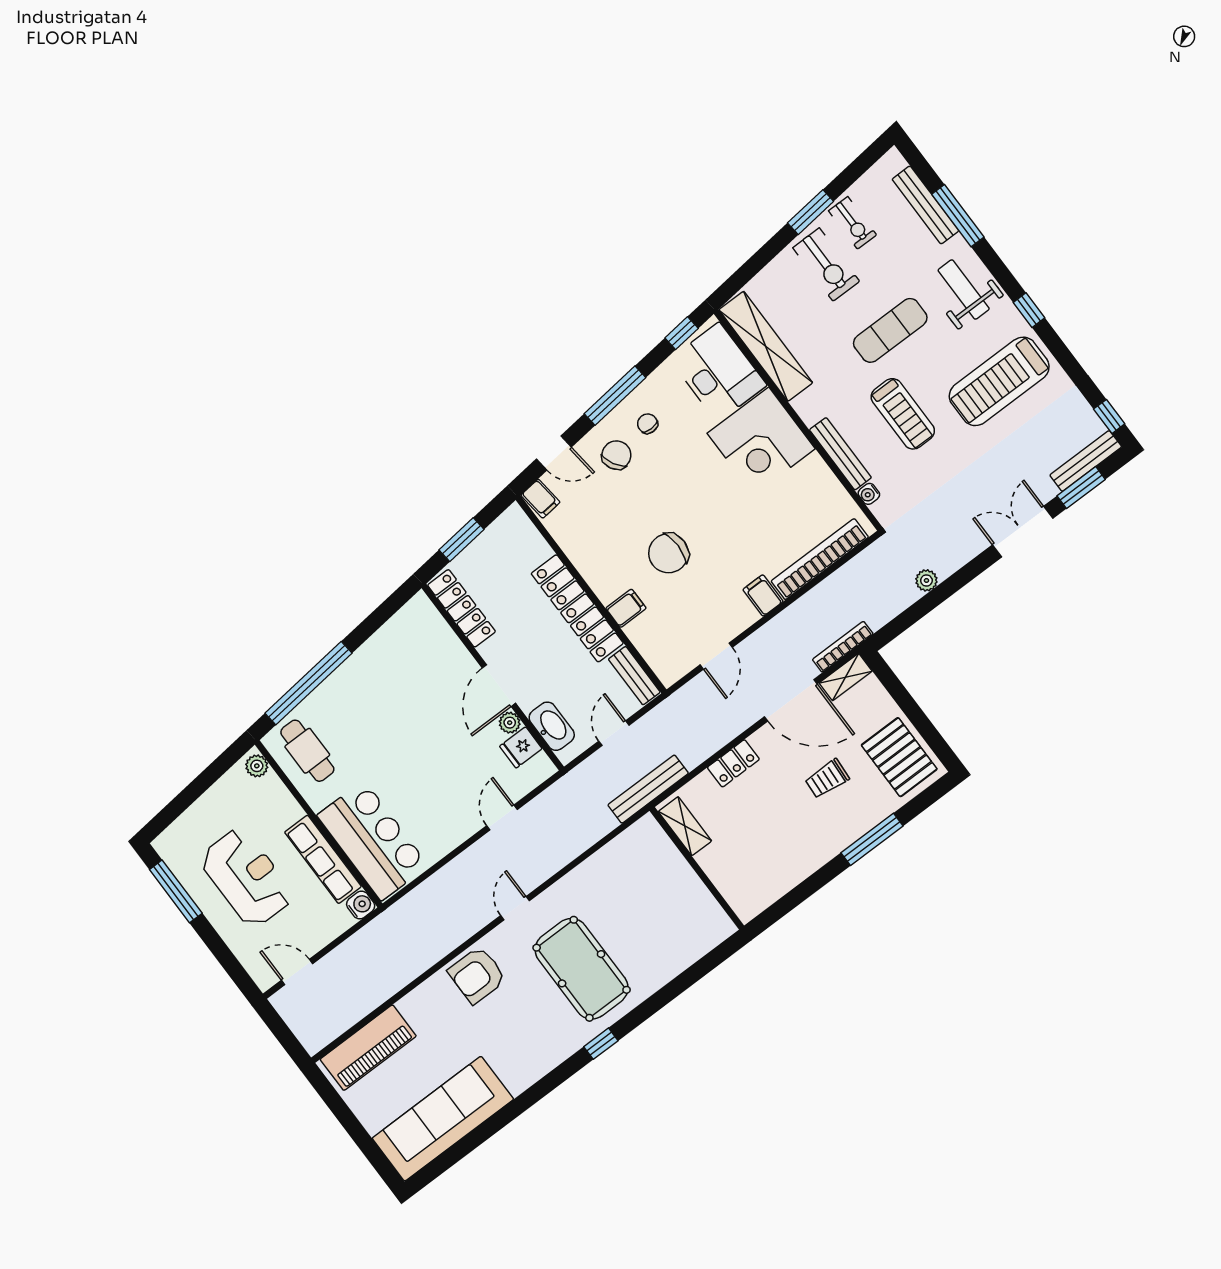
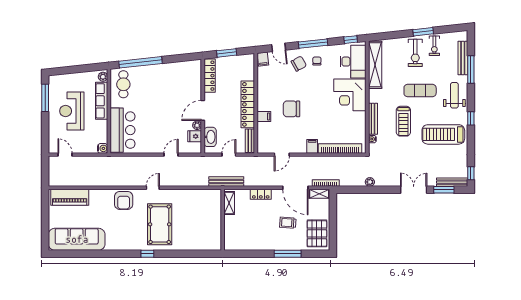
row of seats: (323, 859) -> (102, 101), moved
reception desk: (247, 878) -> (72, 111), turned 180
armchair: (477, 975) -> (124, 200), turned -90

